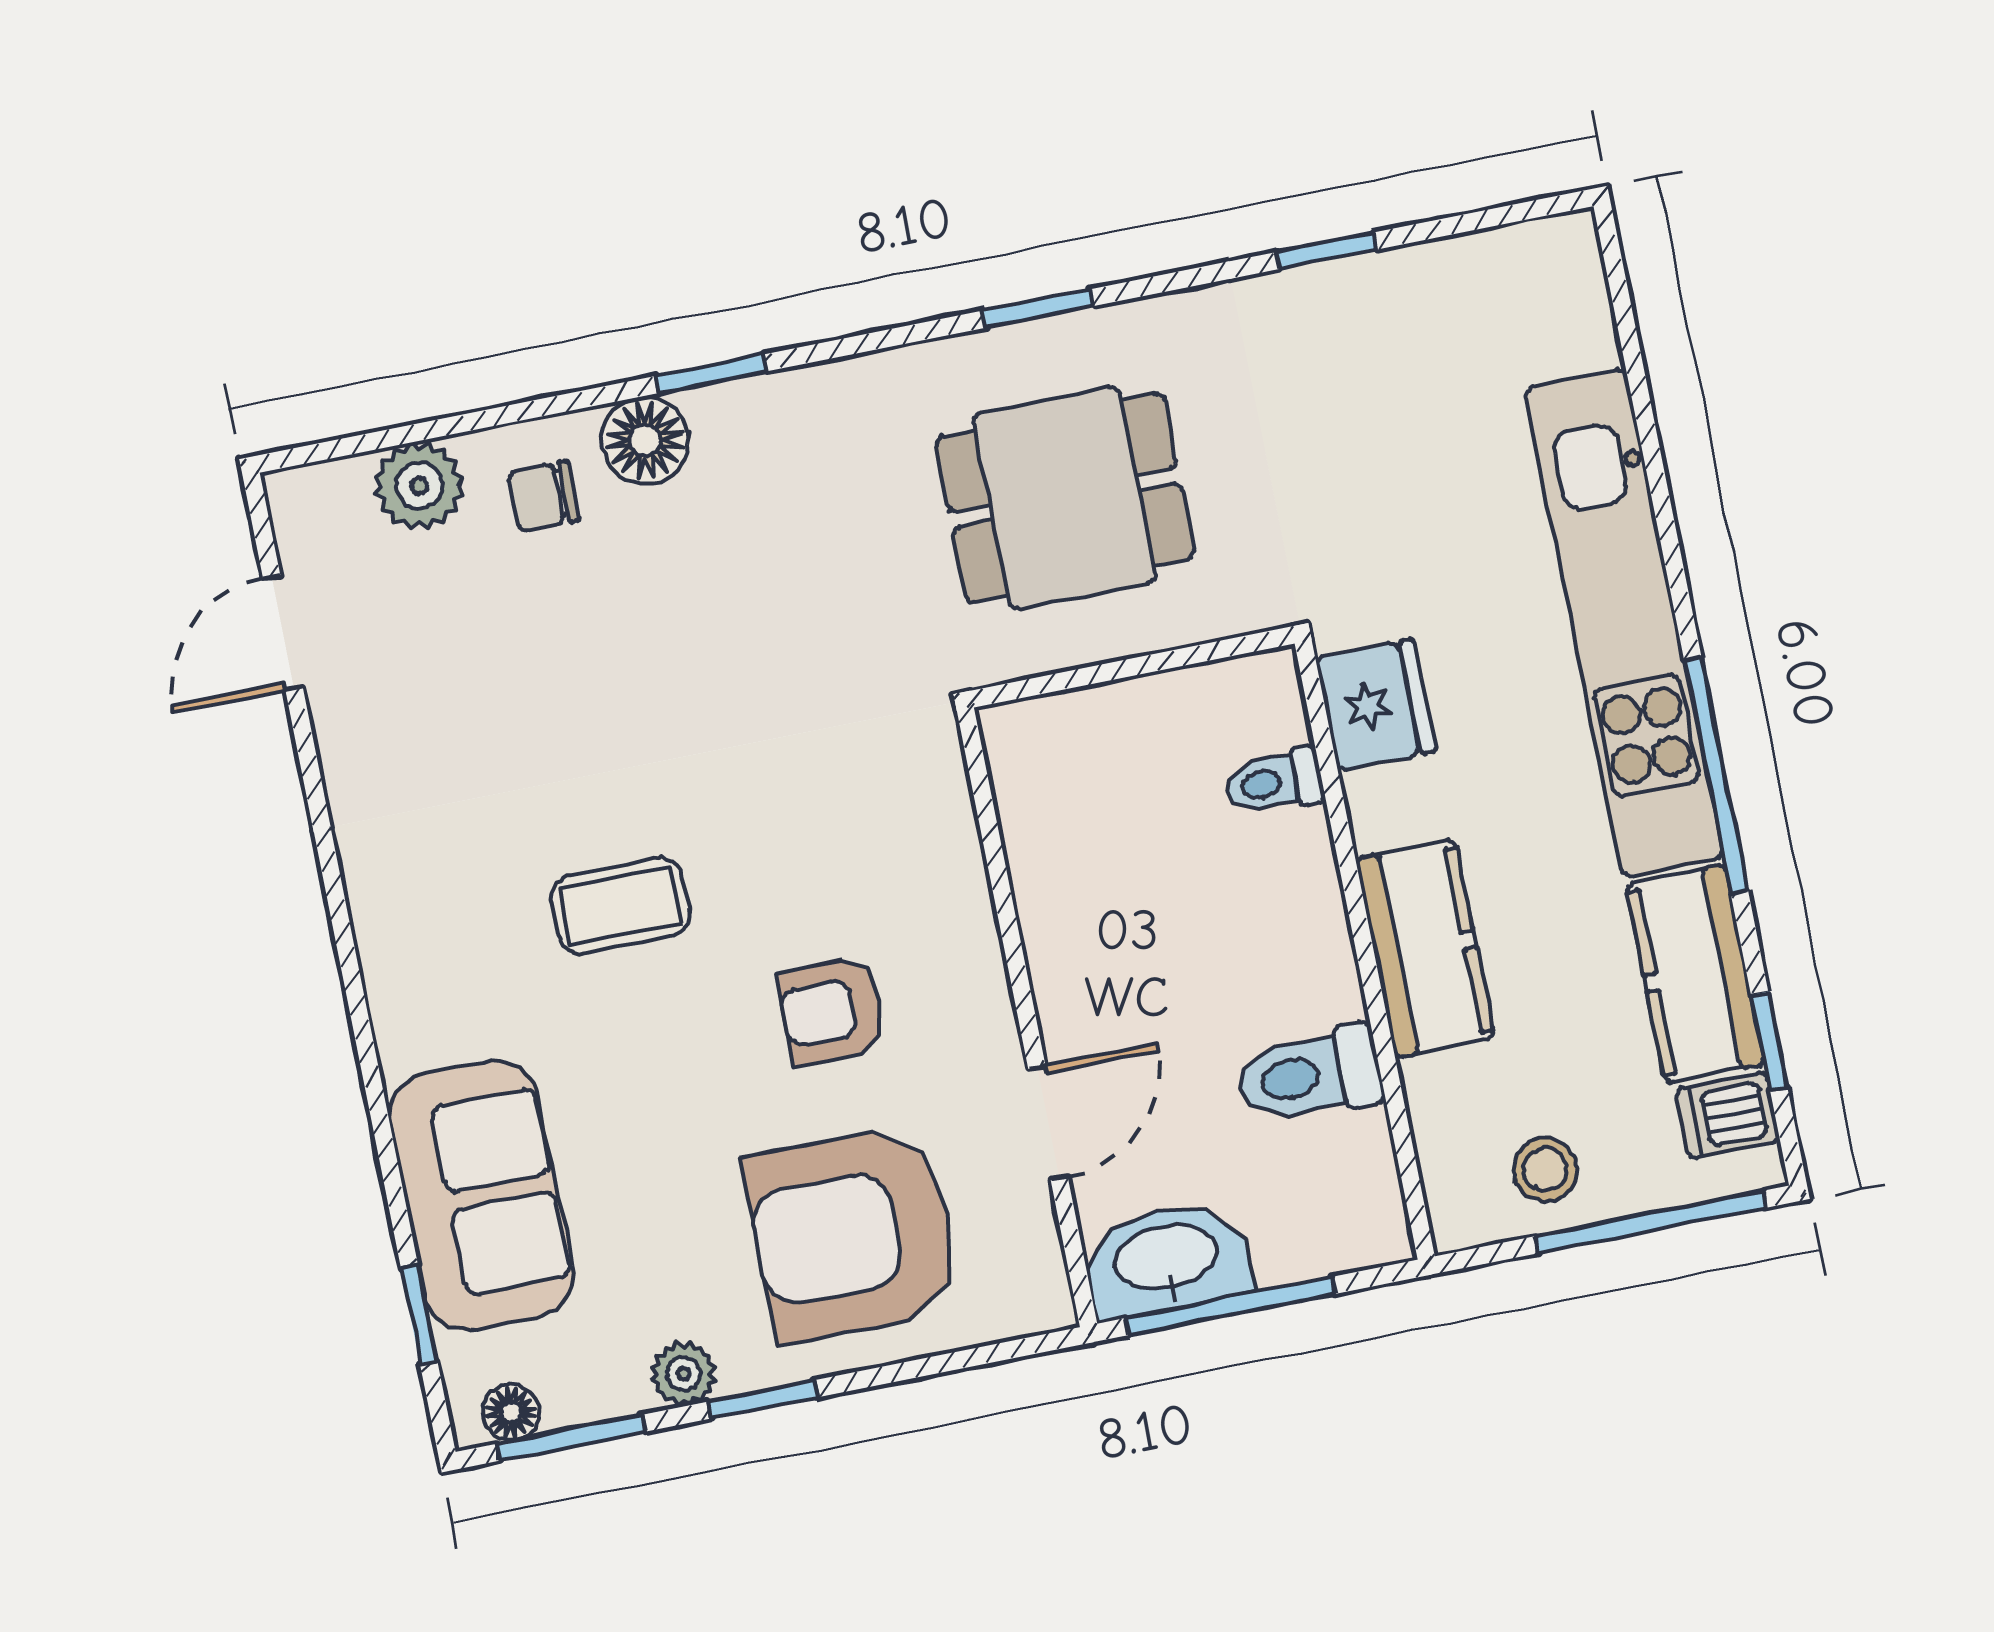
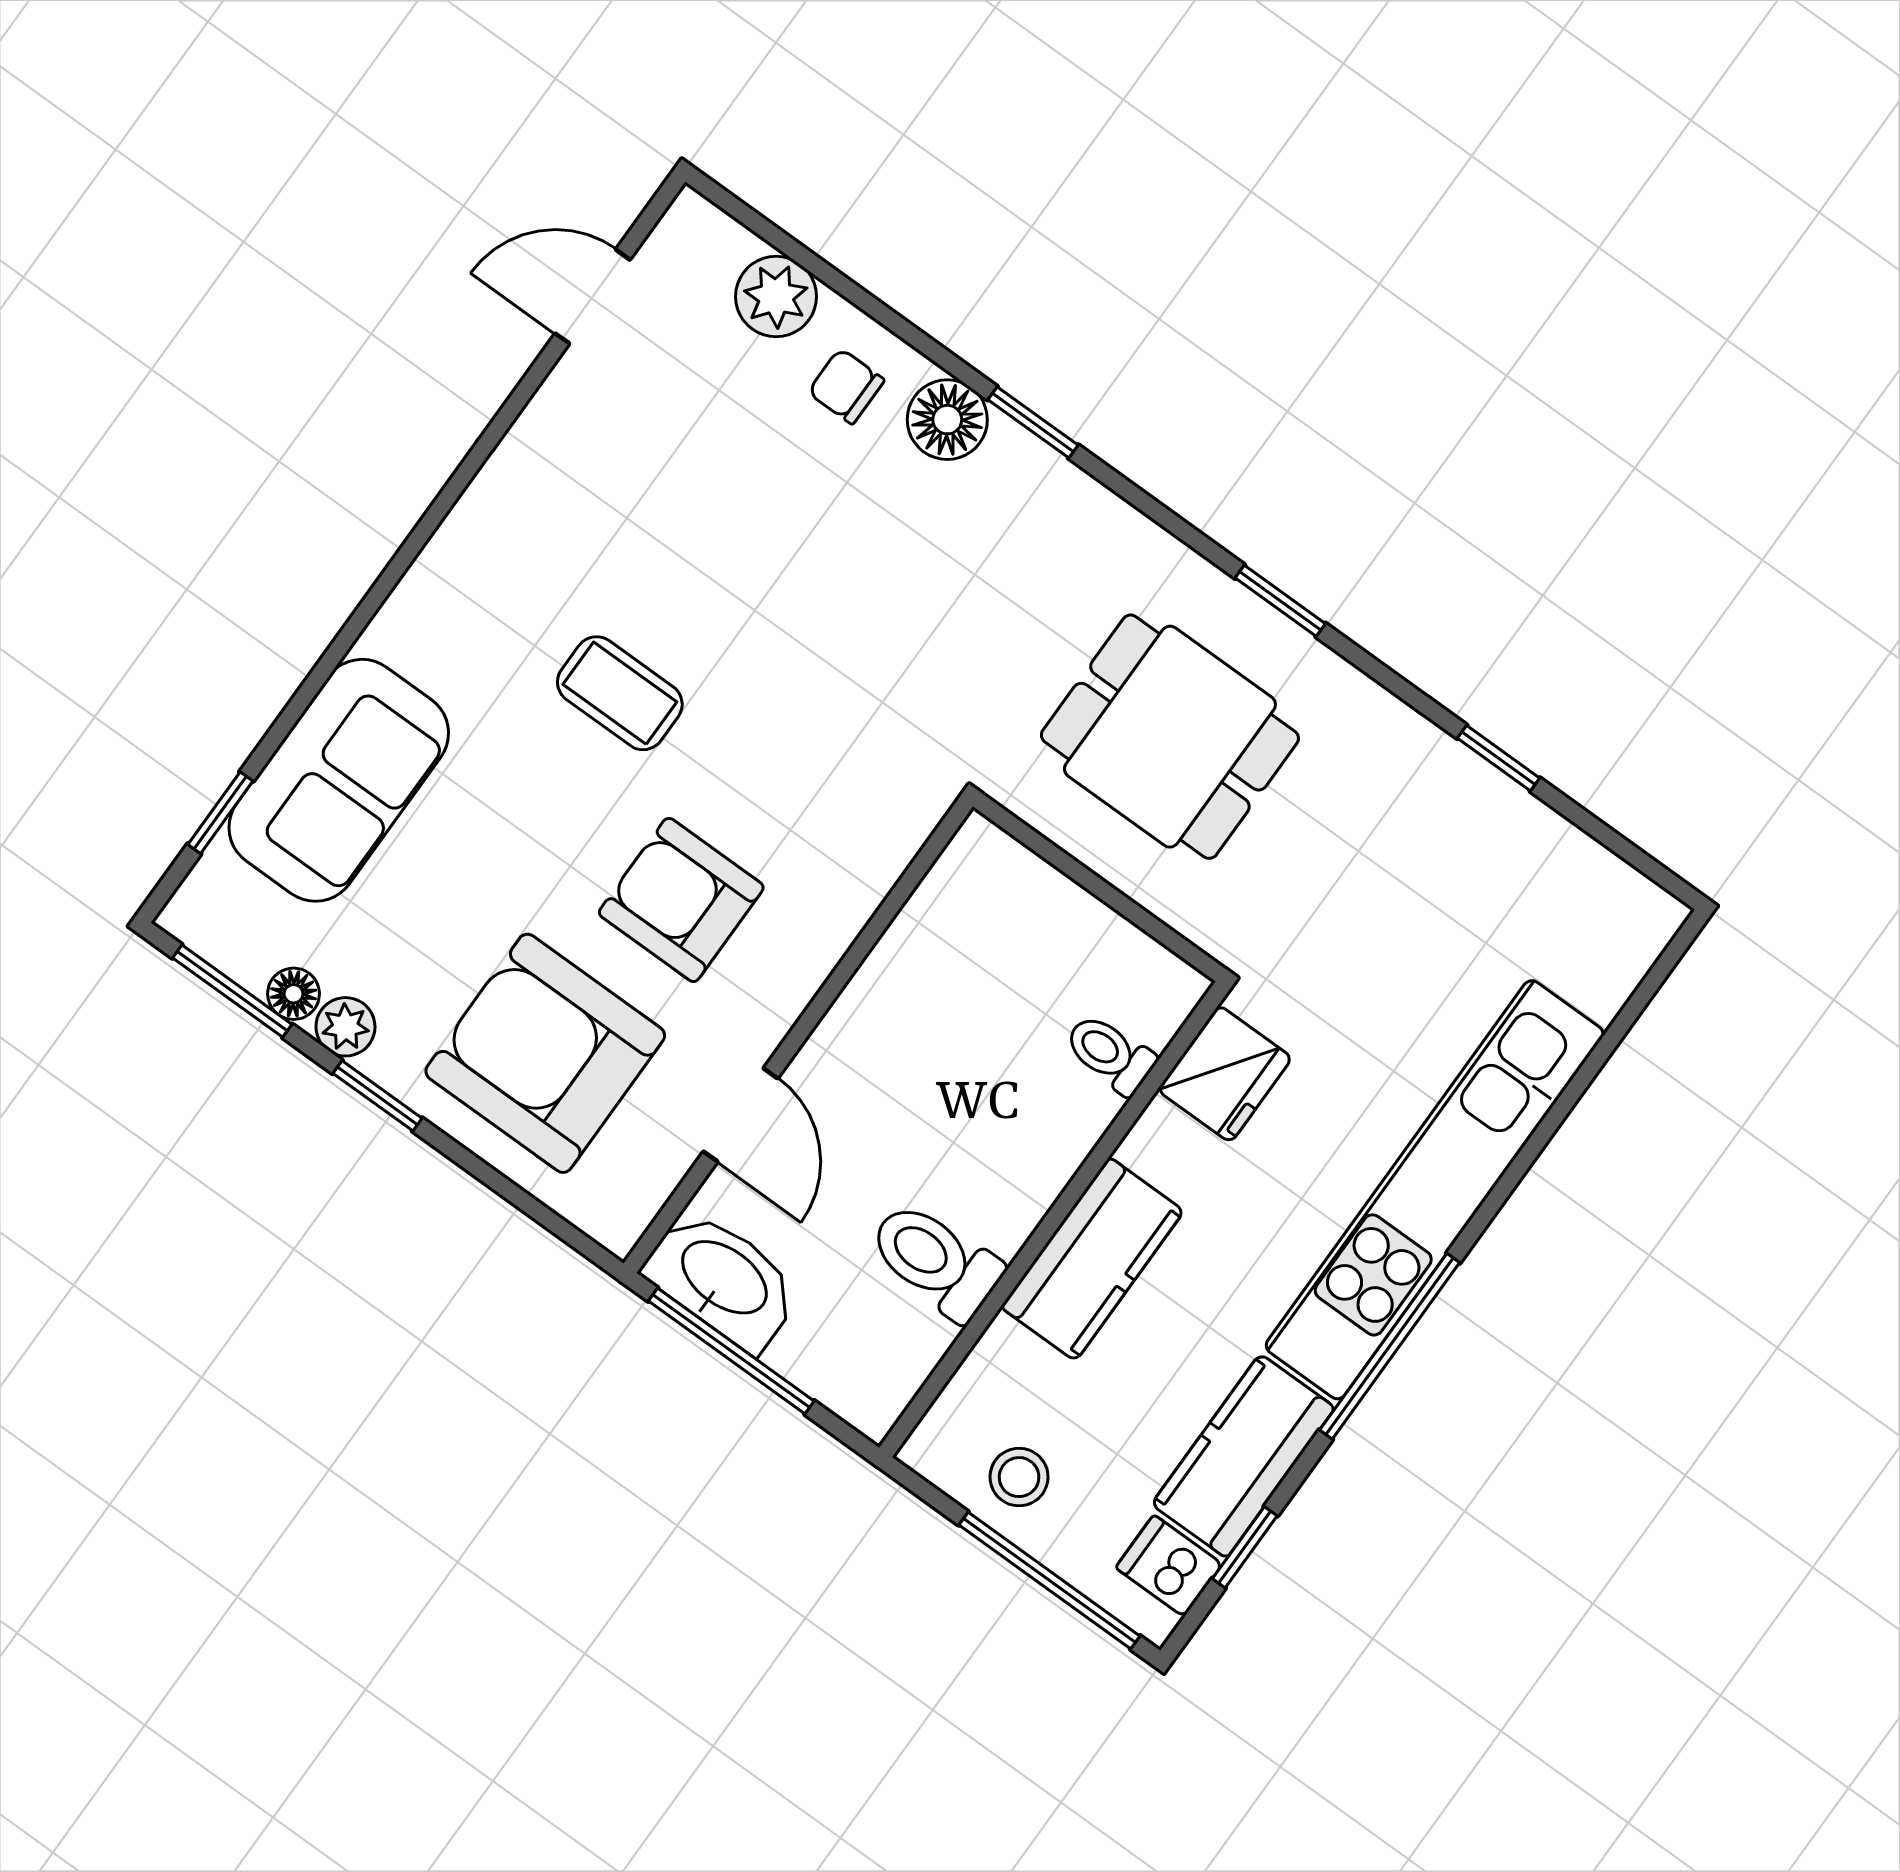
armchair: (832, 1011) -> (681, 900), width x1.38, depth x1.38
door: (1048, 1123) -> (741, 1115), hinge flipped
floor lamp: (511, 1412) -> (294, 994), moved

